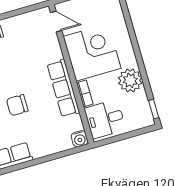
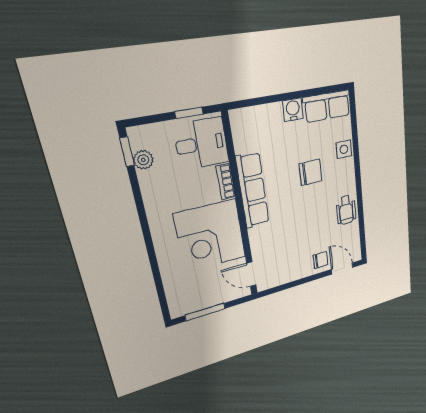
plant: (130, 80) -> (143, 160), moved, width x0.53, depth x0.53
water cooler: (80, 139) -> (293, 110), moved
window: (115, 139) -> (189, 113), added

